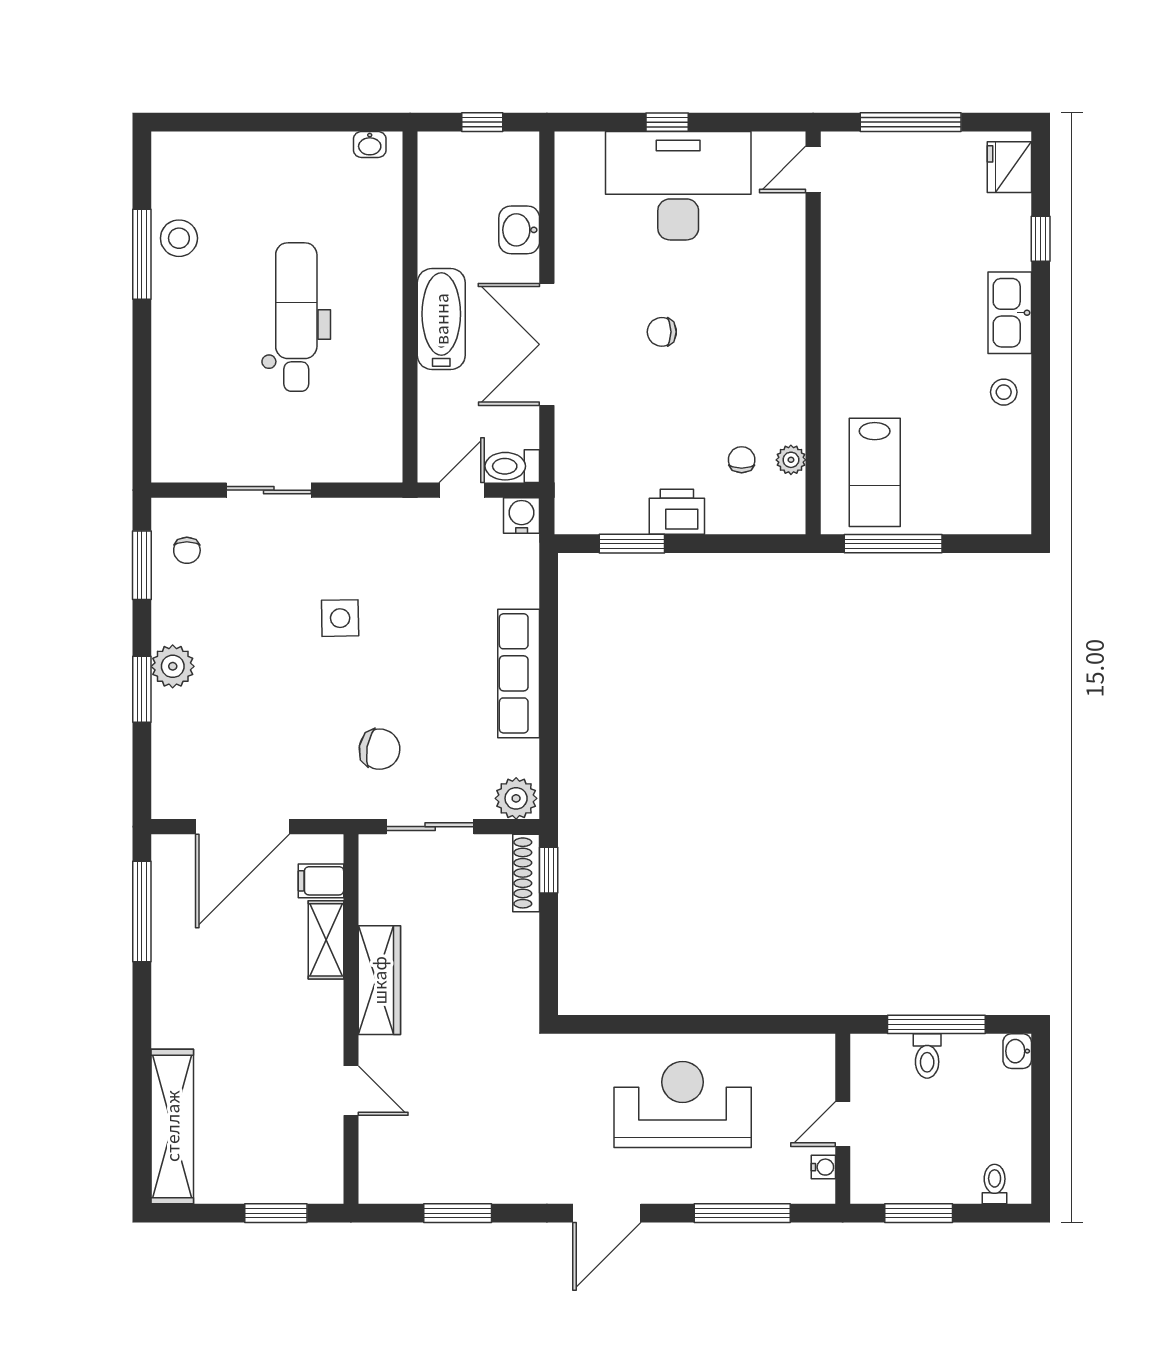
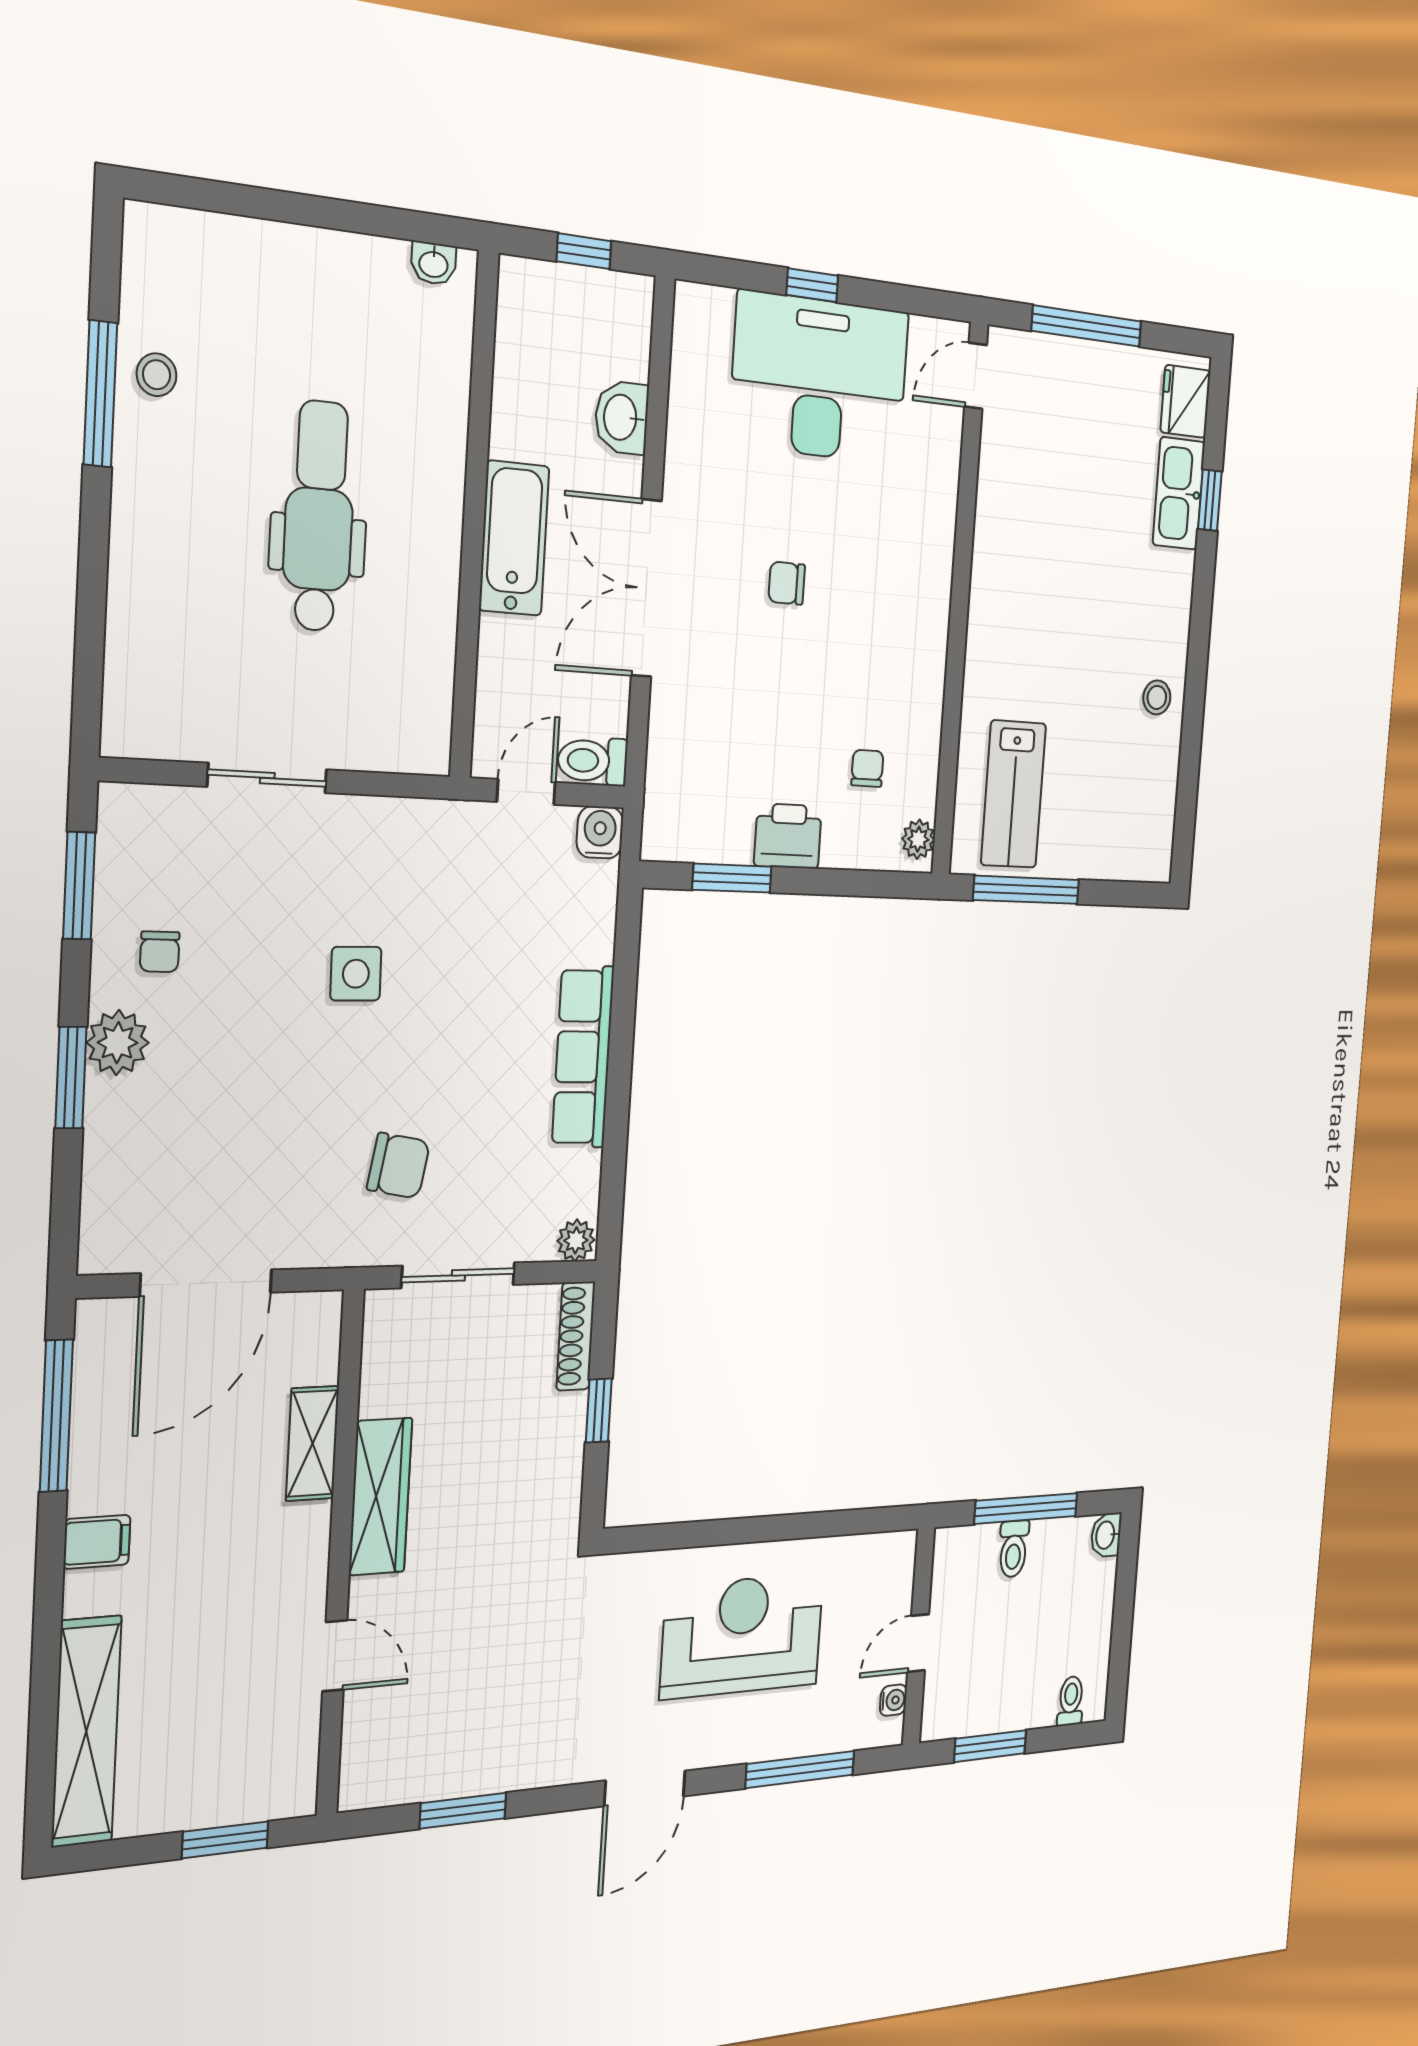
stool: (179, 238) -> (157, 375), width x0.73, depth x0.73
kitchen sink: (1010, 313) -> (1179, 493), moved
plant: (791, 460) -> (918, 839), moved
chair: (187, 550) -> (160, 952), moved
plant: (516, 798) -> (576, 1240), width x0.73, depth x0.73
window: (549, 870) -> (599, 1410), moved
filing cabinet: (321, 881) -> (97, 1542), moved, turned 180

